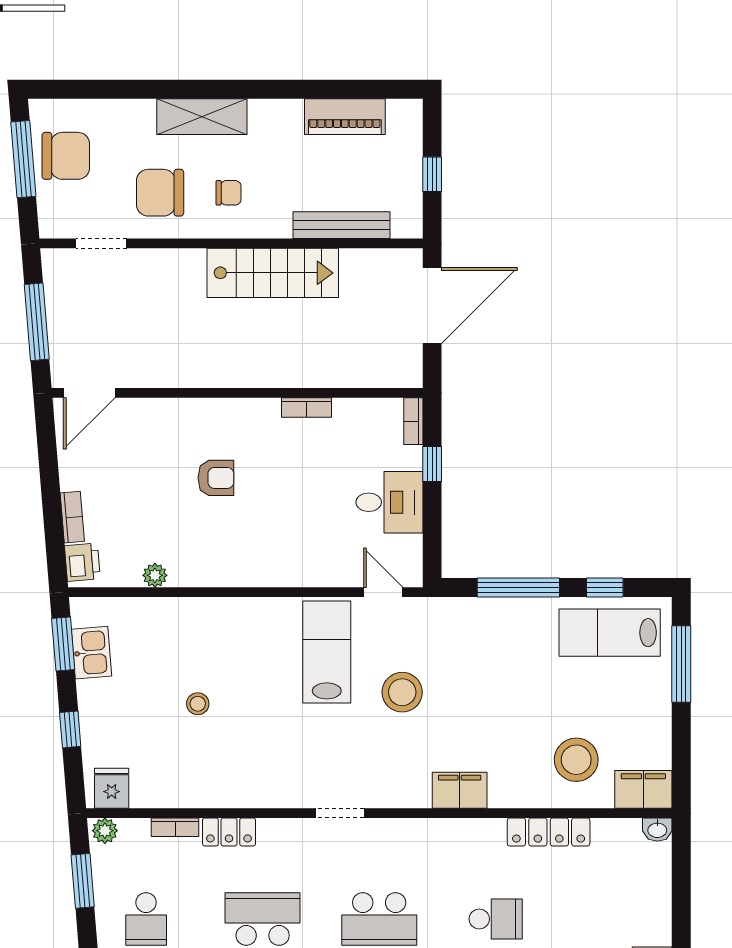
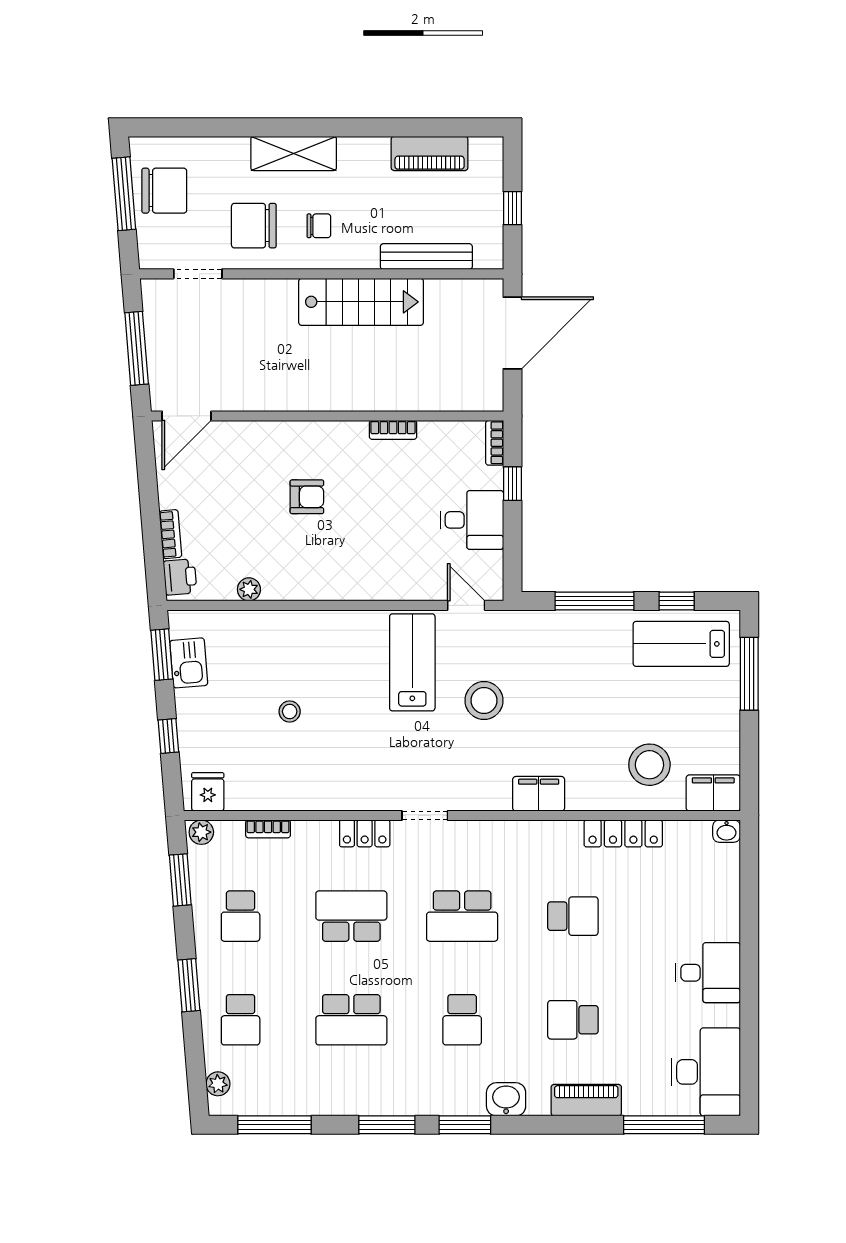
locker: (229, 832) -> (365, 833), moved

